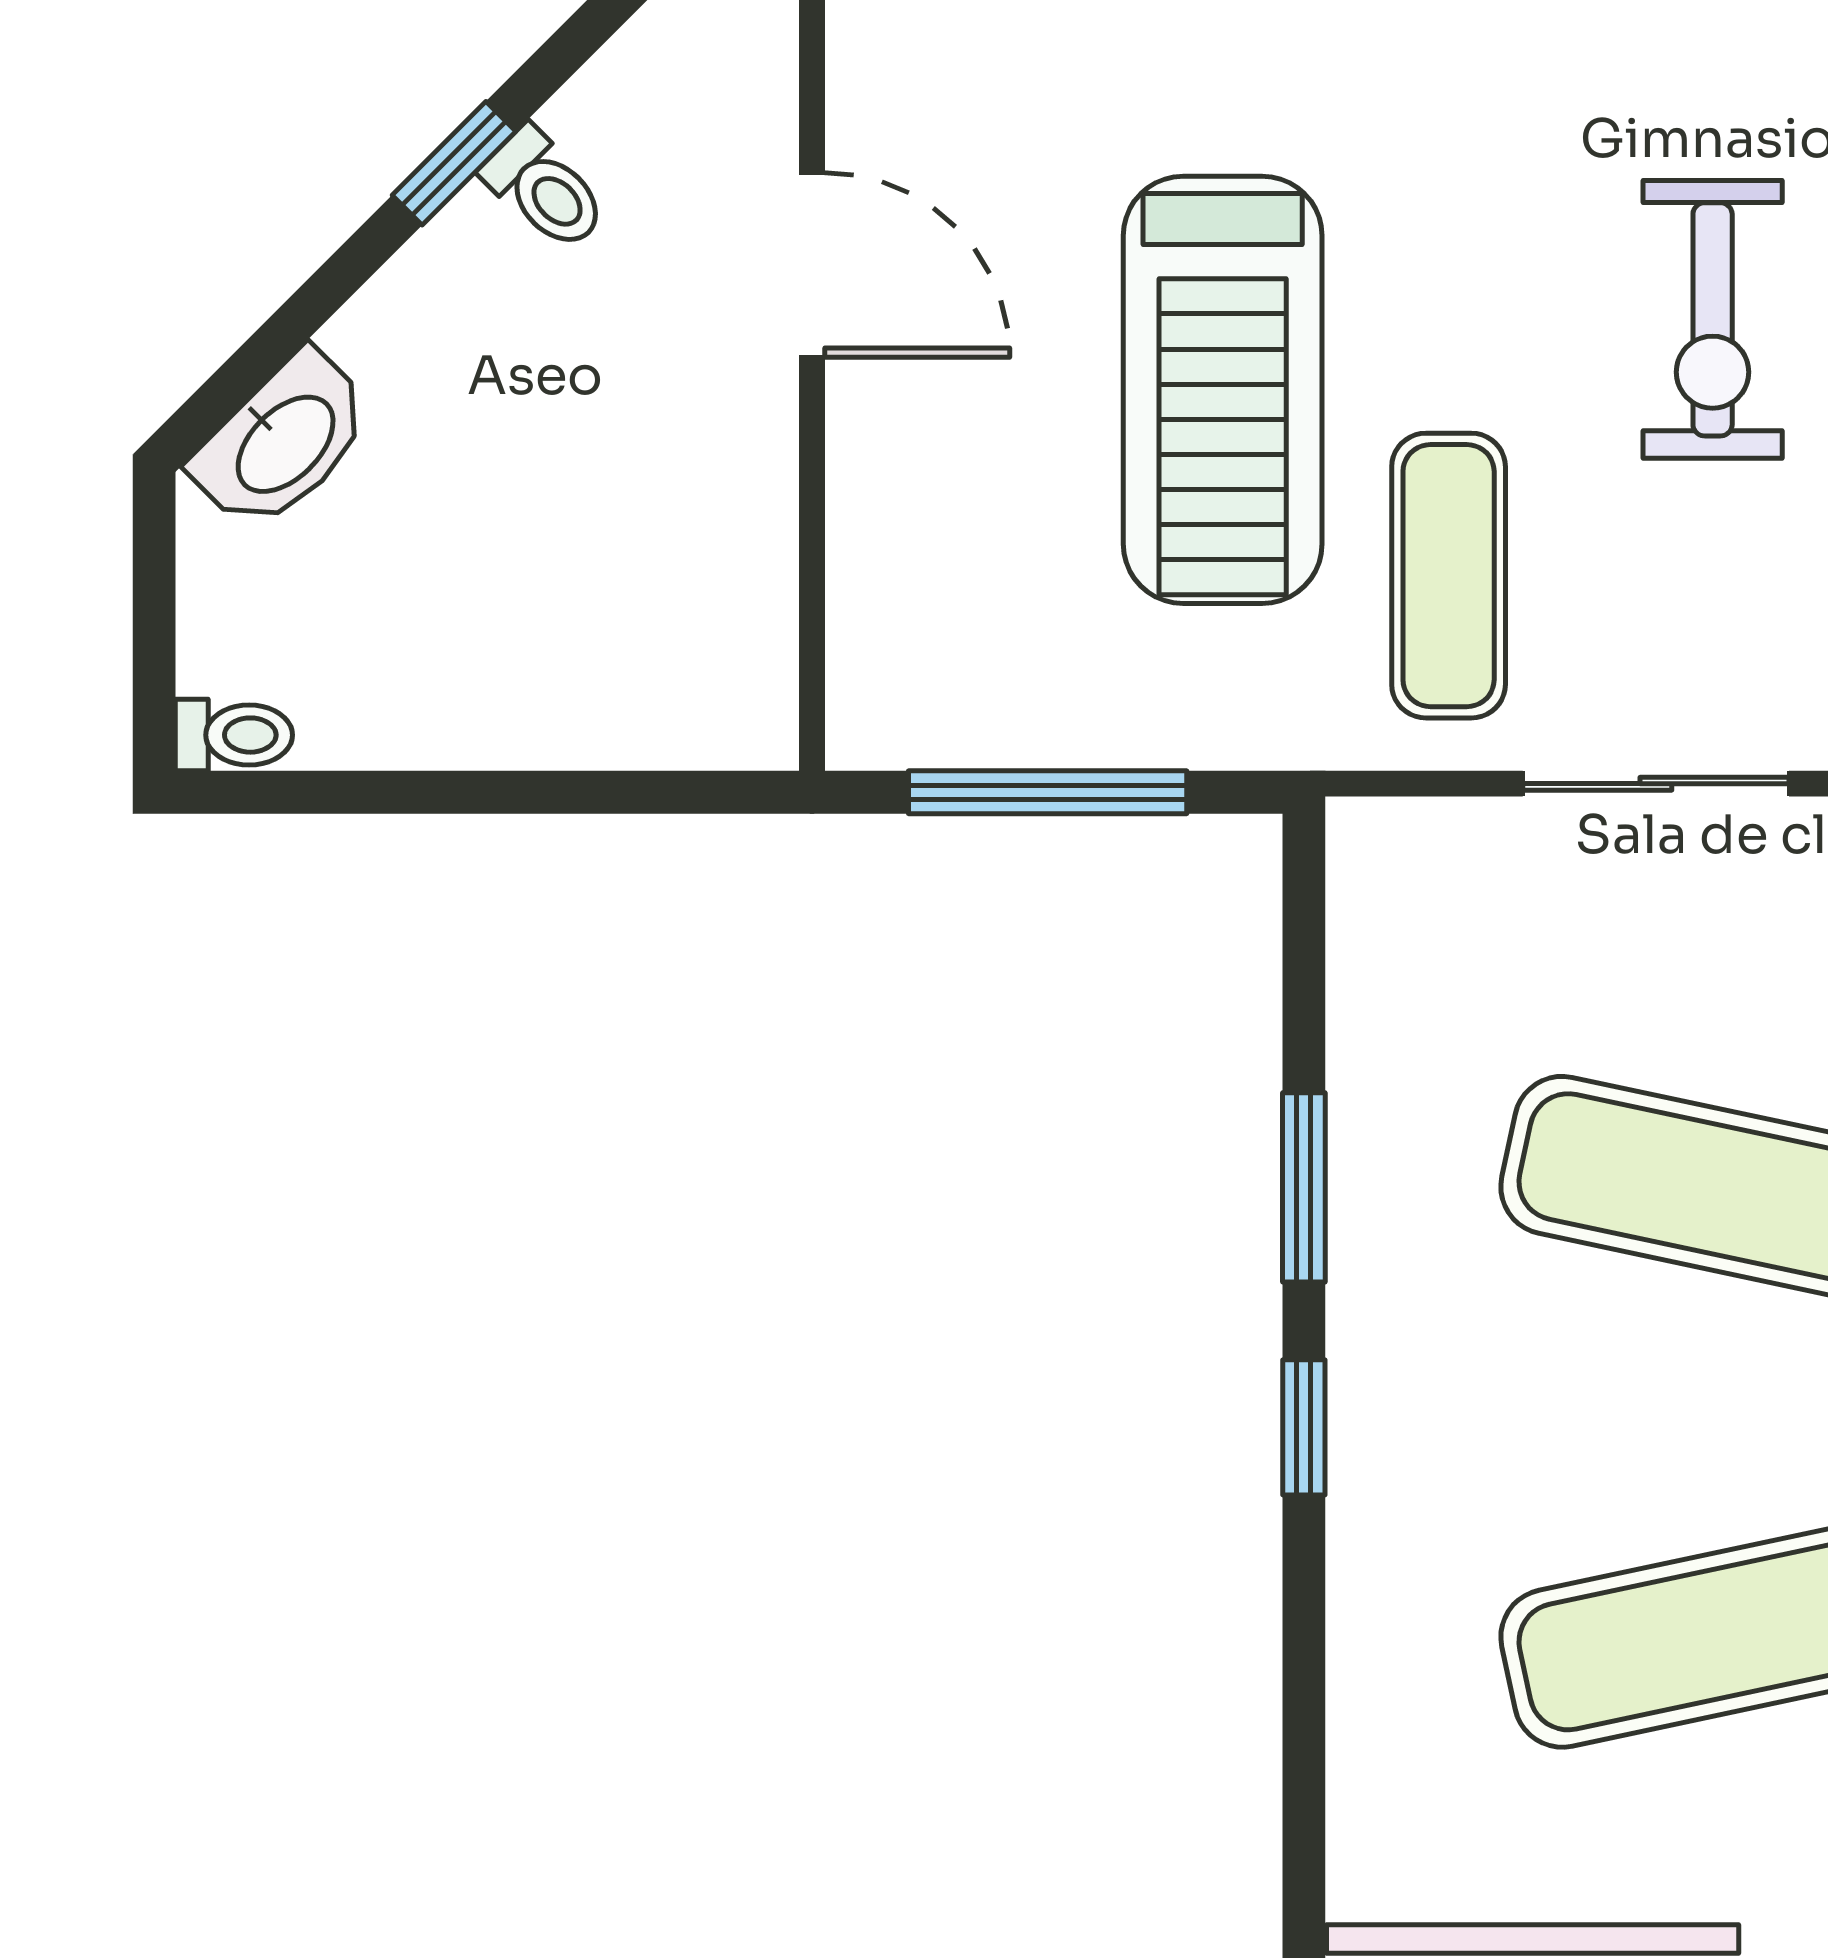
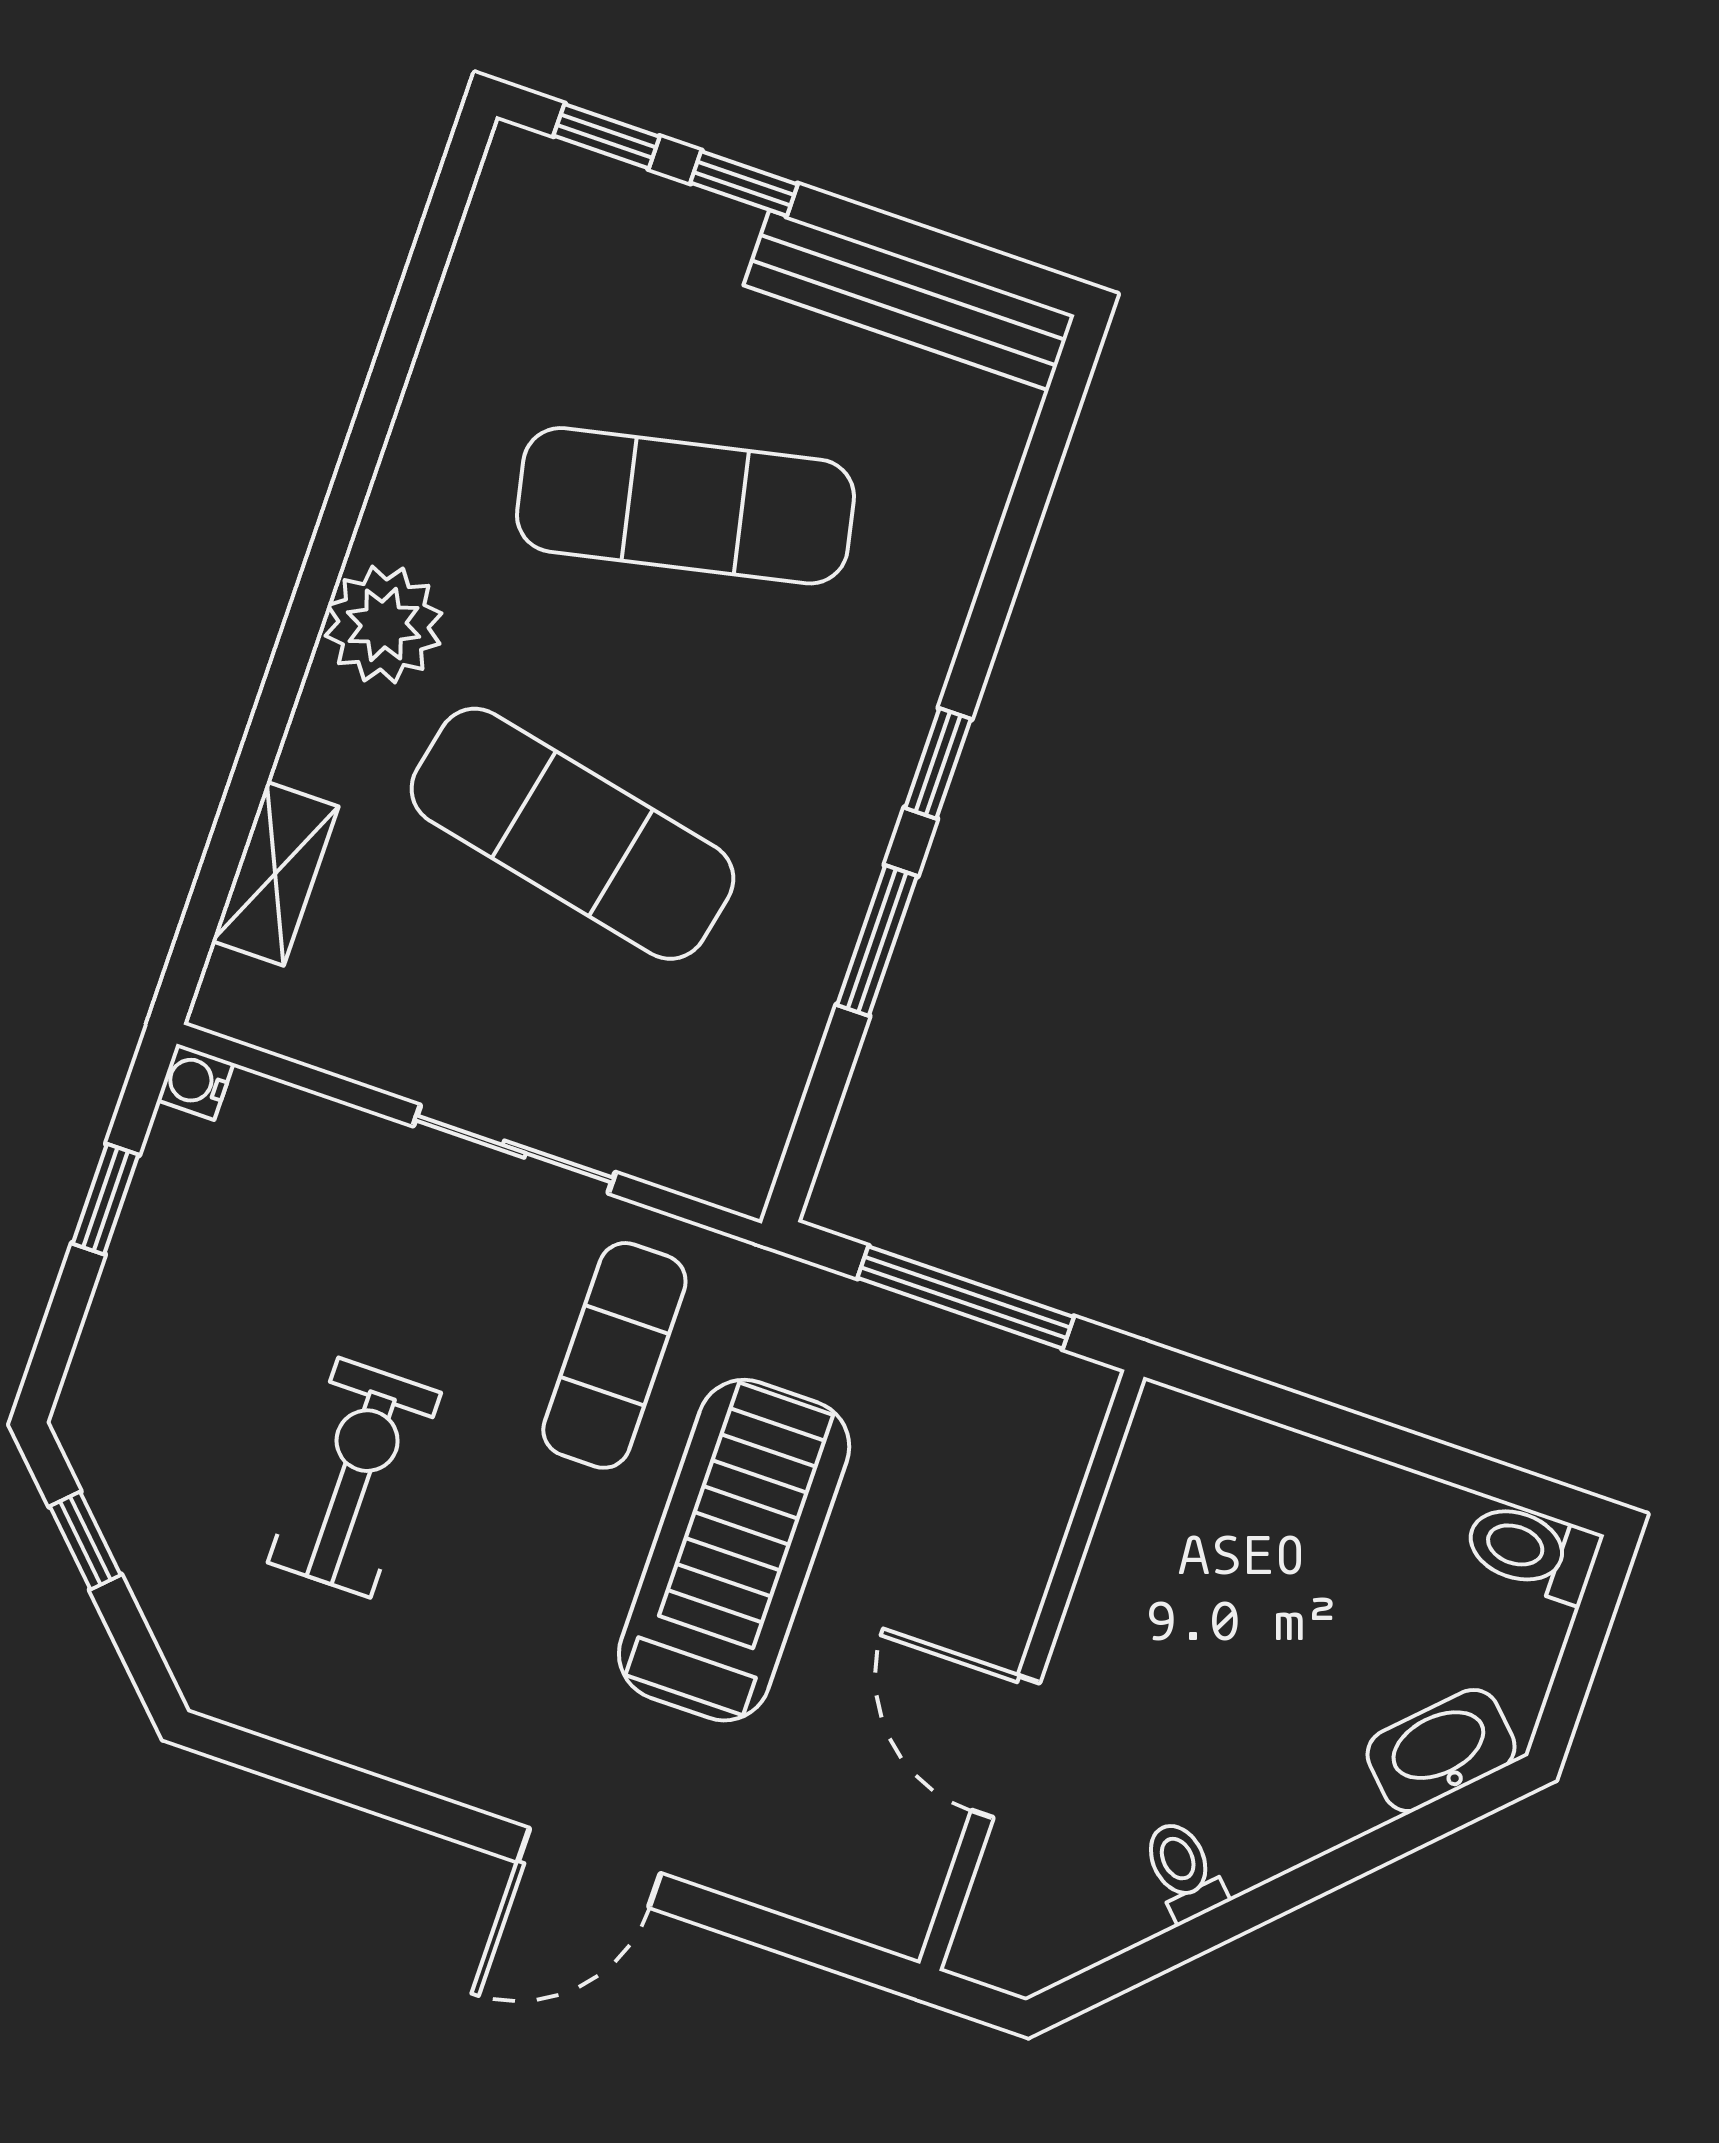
window: (454, 163) -> (1244, 1913), removed
toilet: (234, 735) -> (1532, 1551), width x1.37, depth x1.39

